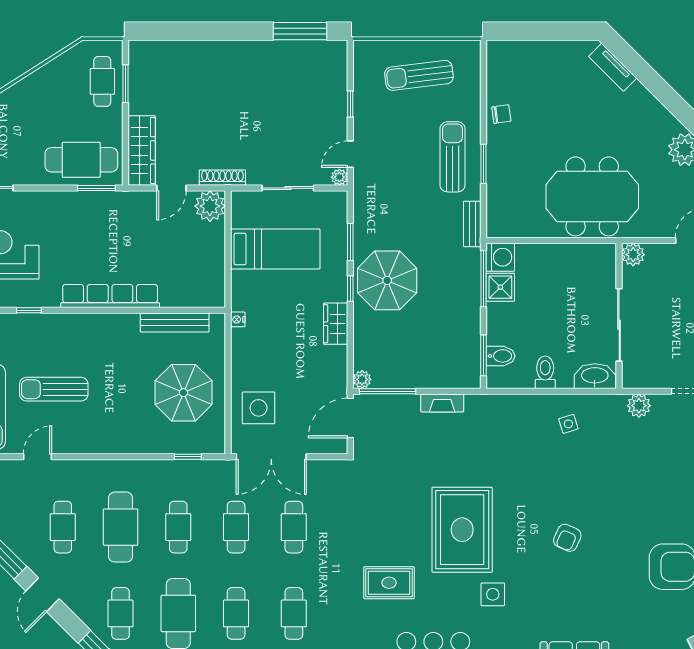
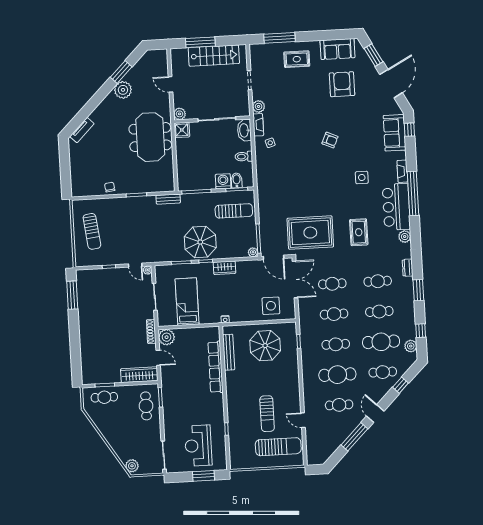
sun lounger: (453, 157) -> (234, 211), moved, turned 180
cafe table: (81, 160) -> (146, 406), width x0.73, depth x0.74
washing machine: (500, 257) -> (223, 181), moved
shower: (500, 287) -> (182, 130), moved
row of seats: (110, 296) -> (216, 367), moved
fireplace: (442, 403) -> (258, 125), moved
double door: (271, 457) -> (295, 279), moved
rug: (462, 530) -> (310, 233), moved
door: (43, 595) -> (375, 414), swing flipped

